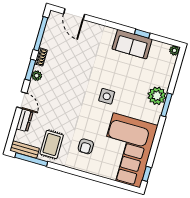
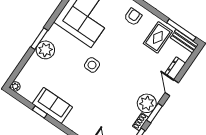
plant: (37, 76) -> (147, 103), width x1.87, depth x1.87
armchair: (86, 146) -> (133, 17), moved

